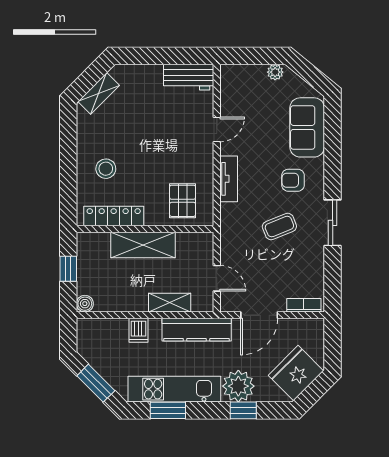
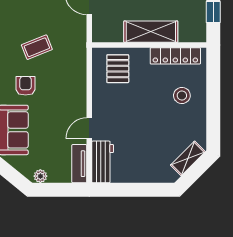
workbench: (189, 77) -> (103, 162), moved, turned 90
tv unit: (229, 179) -> (79, 164), moved
armchair: (293, 180) -> (26, 86), turned -90

